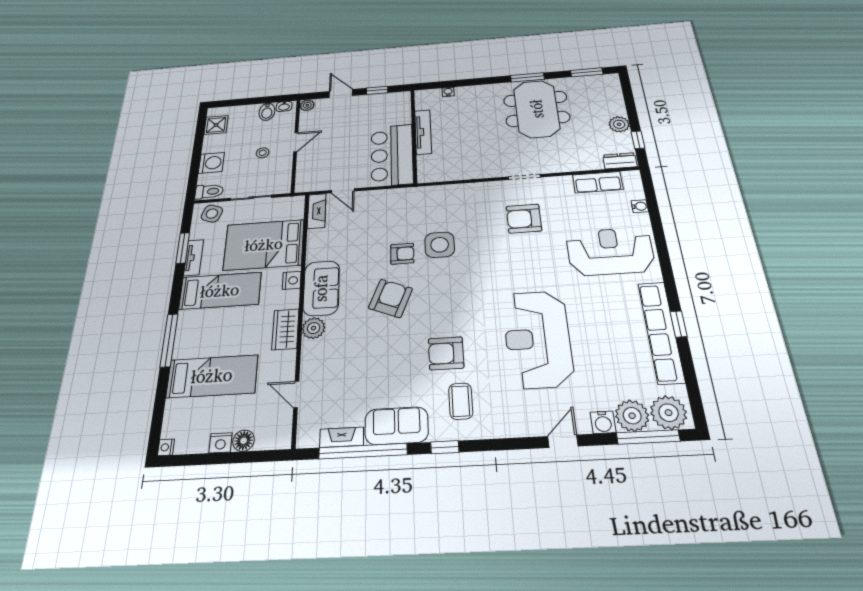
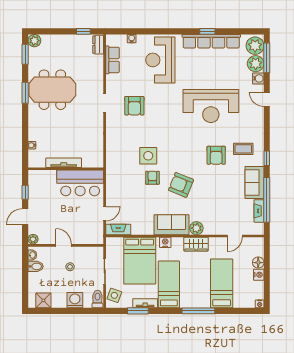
plant: (619, 124) -> (34, 41), moved

